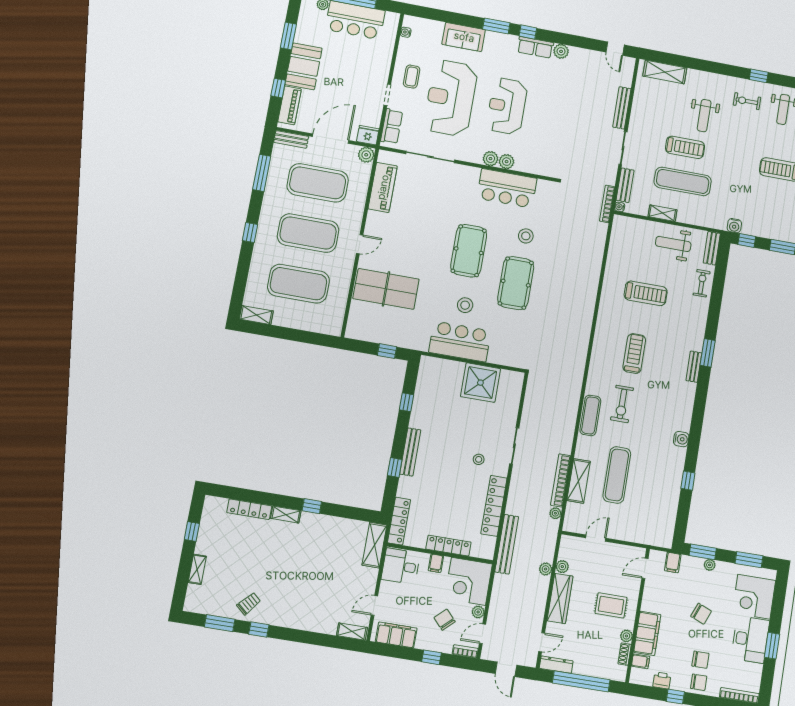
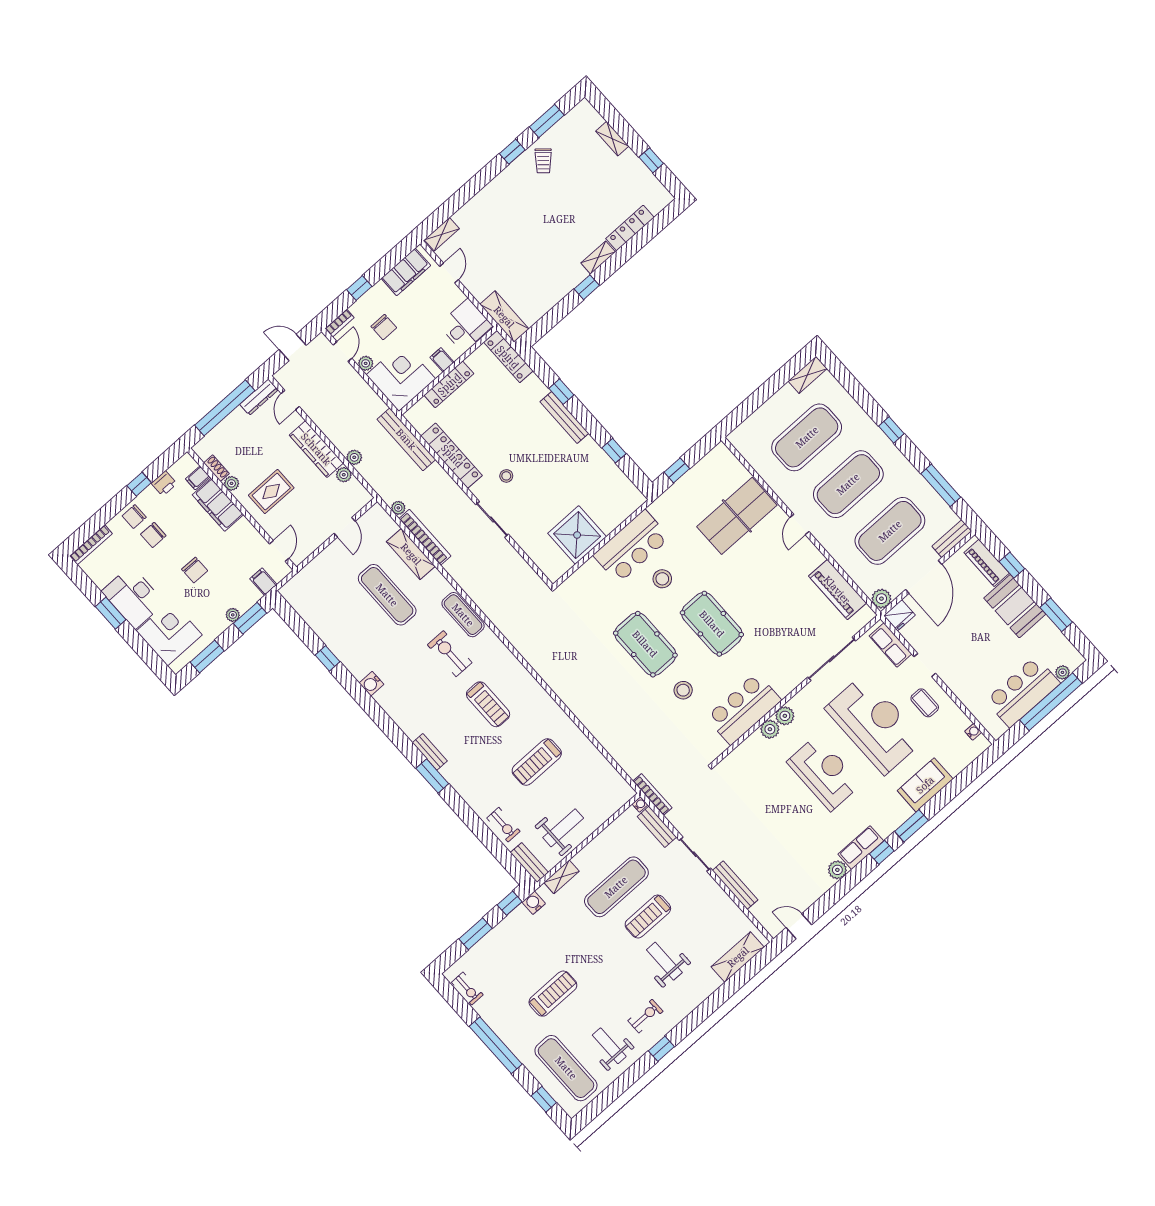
shelving: (662, 213) -> (562, 877), moved
chair: (701, 614) -> (195, 570), turned -112
chair: (445, 620) -> (384, 327), turned 43

